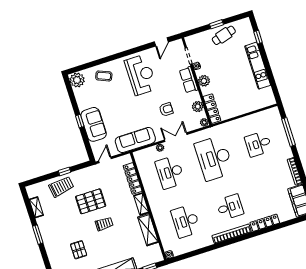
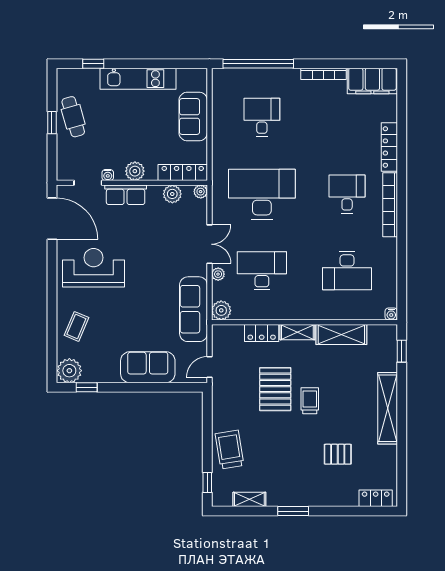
door: (161, 42) -> (52, 219), width x1.88
sofa: (246, 104) -> (193, 116), added
armchair: (166, 109) -> (161, 245), removed
window: (80, 121) -> (87, 387), moved
window: (288, 132) -> (258, 64), width x1.46
double door: (176, 137) -> (209, 244), swing flipped
desk: (258, 144) -> (262, 117), turned 180
plant: (140, 156) -> (221, 310), added
desk: (214, 158) -> (262, 194), turned 180
door: (105, 160) -> (209, 367), hinge flipped
window: (65, 171) -> (207, 482), moved
desk: (170, 172) -> (262, 271), turned 180
locker: (133, 178) -> (262, 333), width x0.66
pallet: (91, 201) -> (275, 389), moved

